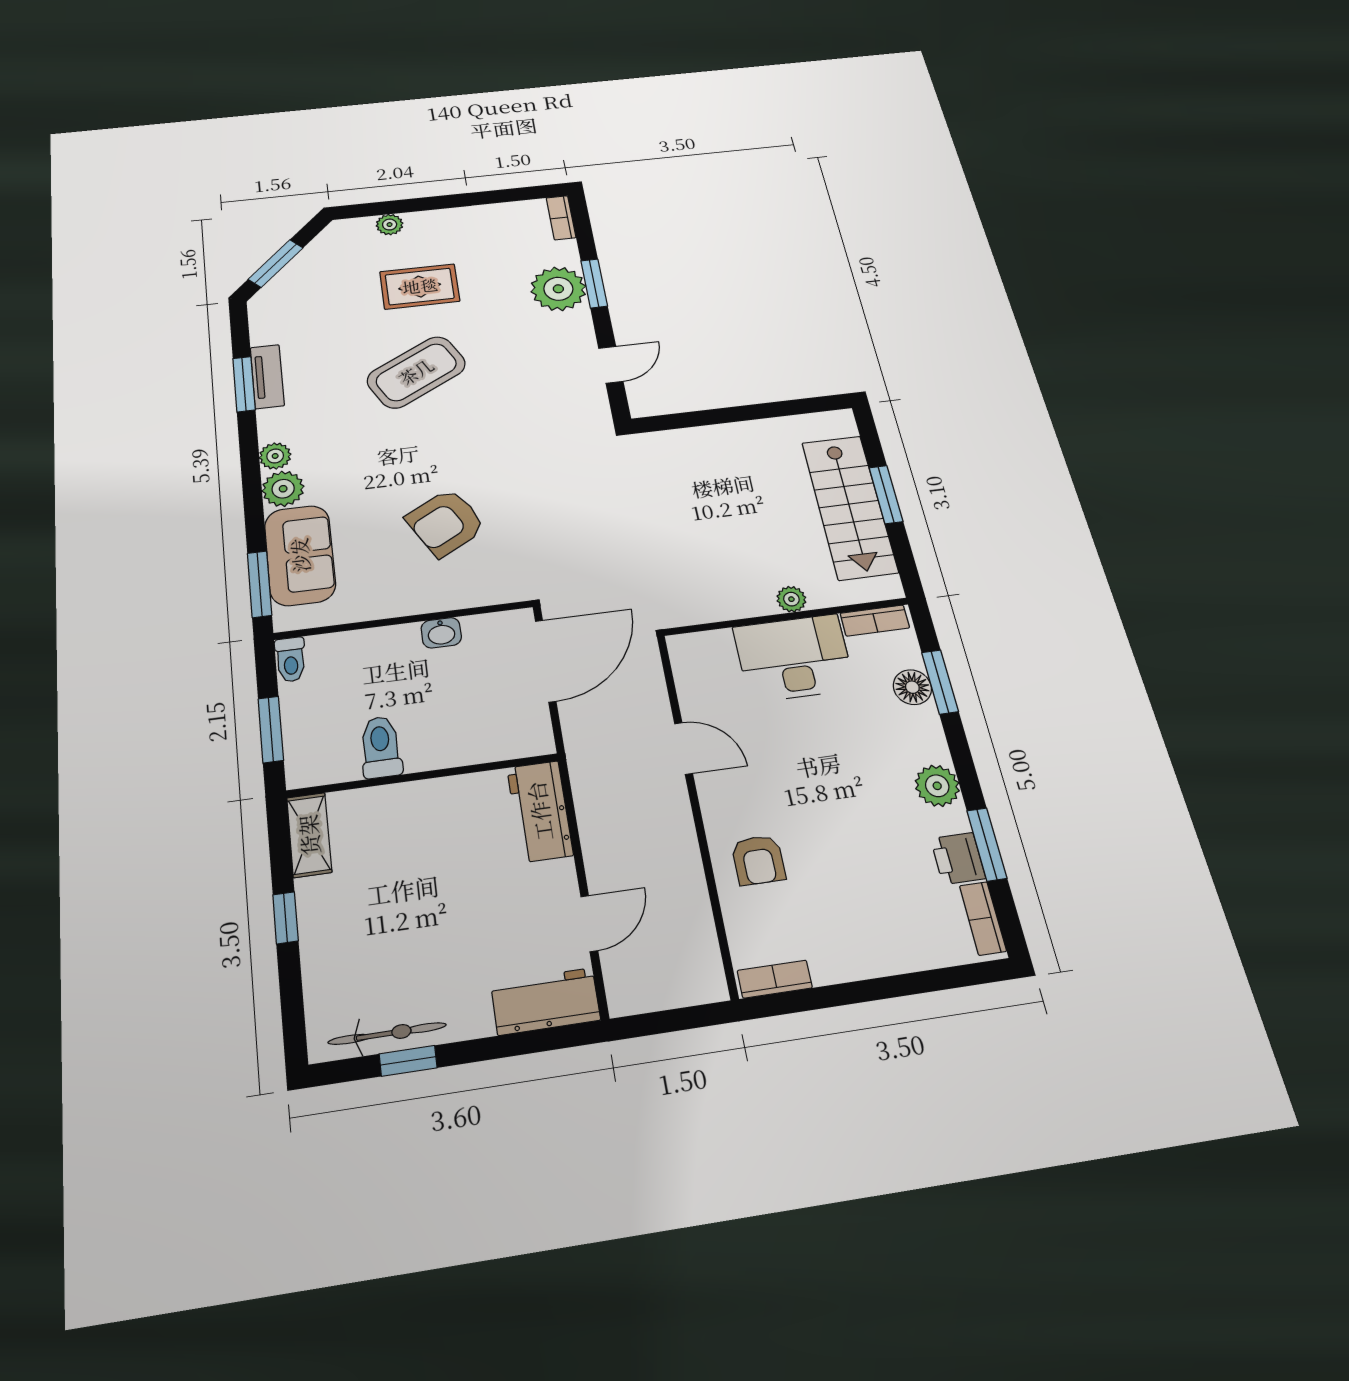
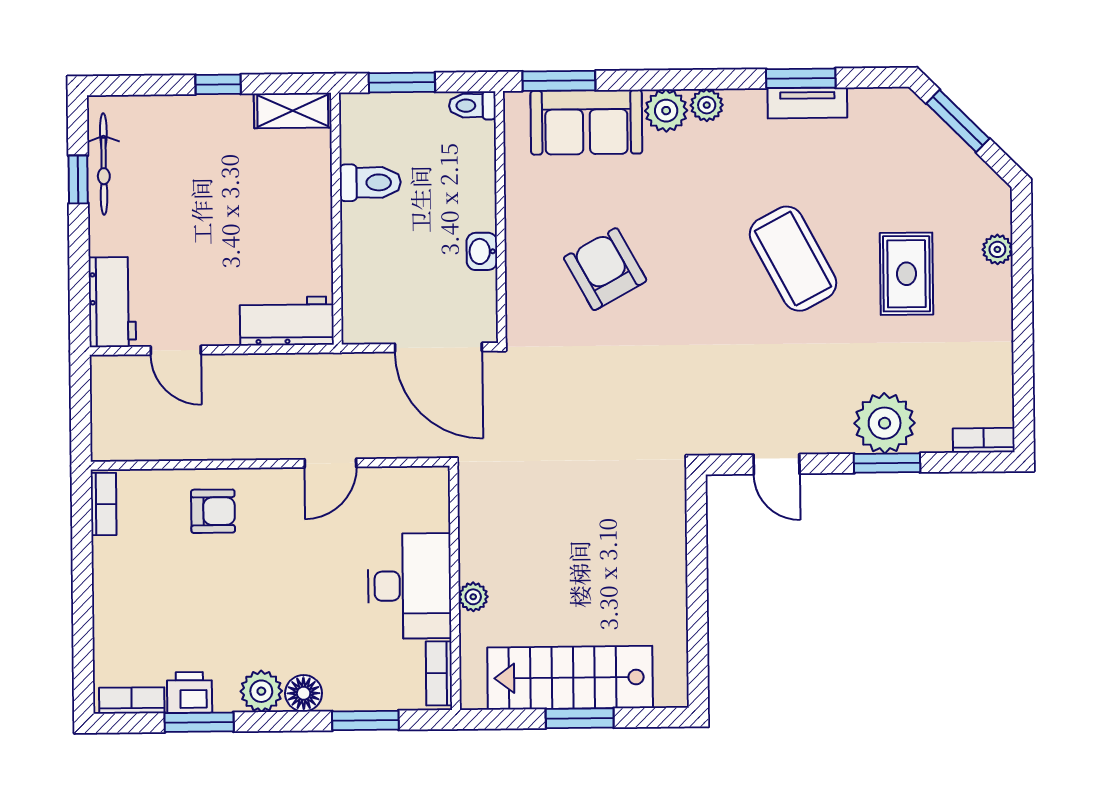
floor lamp: (912, 687) -> (304, 693), moved
armchair: (758, 860) -> (213, 511), turned 180

